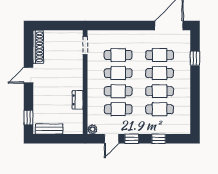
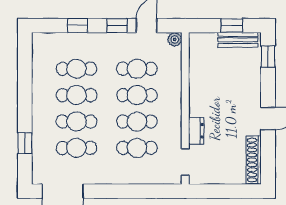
dresser: (78, 100) -> (196, 131), moved
window: (53, 139) -> (232, 26), added

